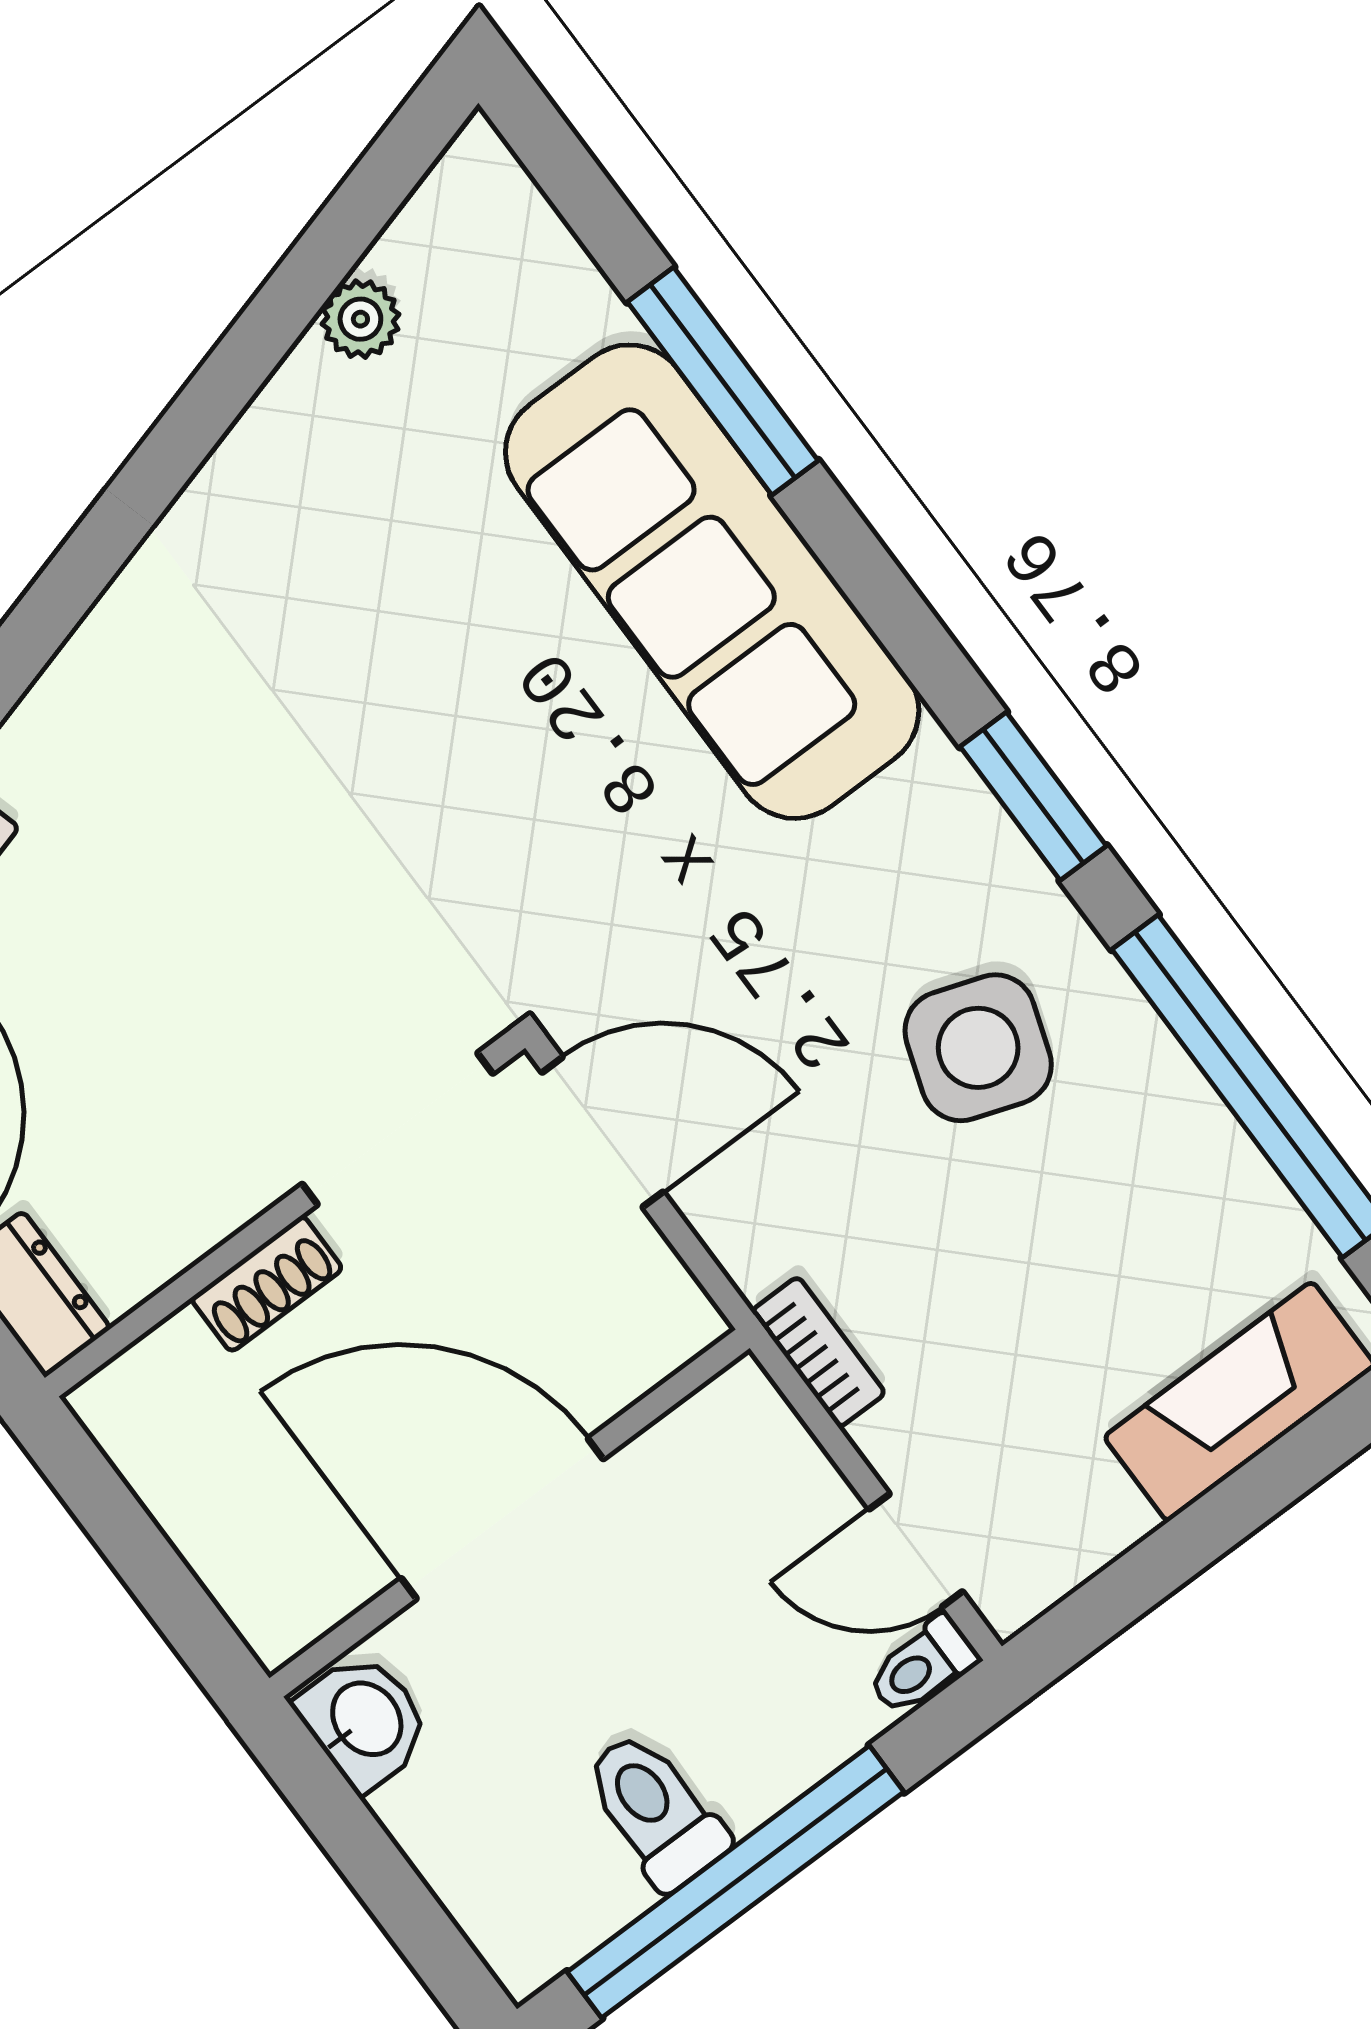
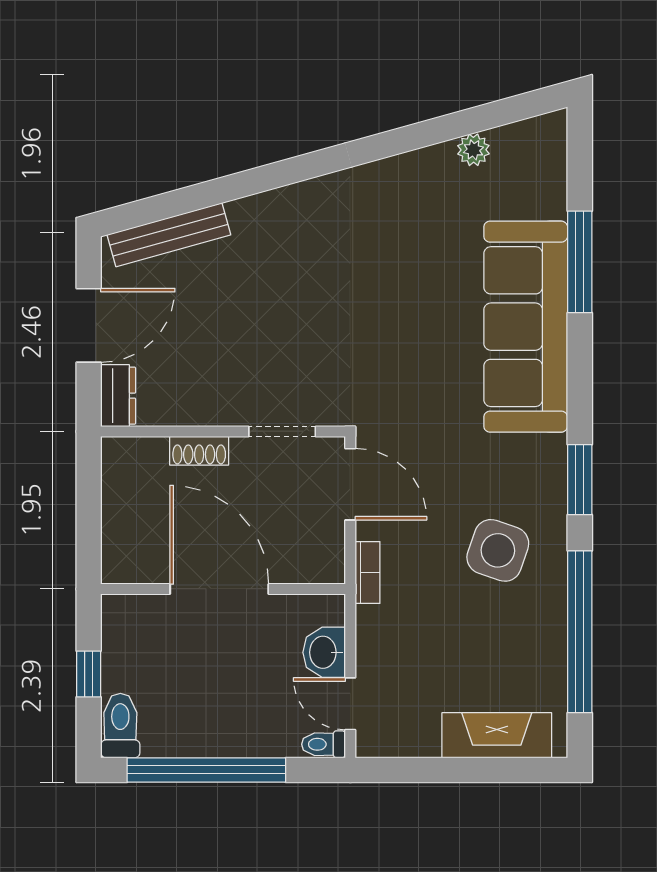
doorway: (398, 1129) -> (282, 431), width x0.73
bookcase: (818, 1352) -> (368, 572), moved
washbasin: (364, 1721) -> (324, 652), moved, turned 180
toilet: (655, 1810) -> (120, 726), moved
window: (374, 1867) -> (89, 674), added

